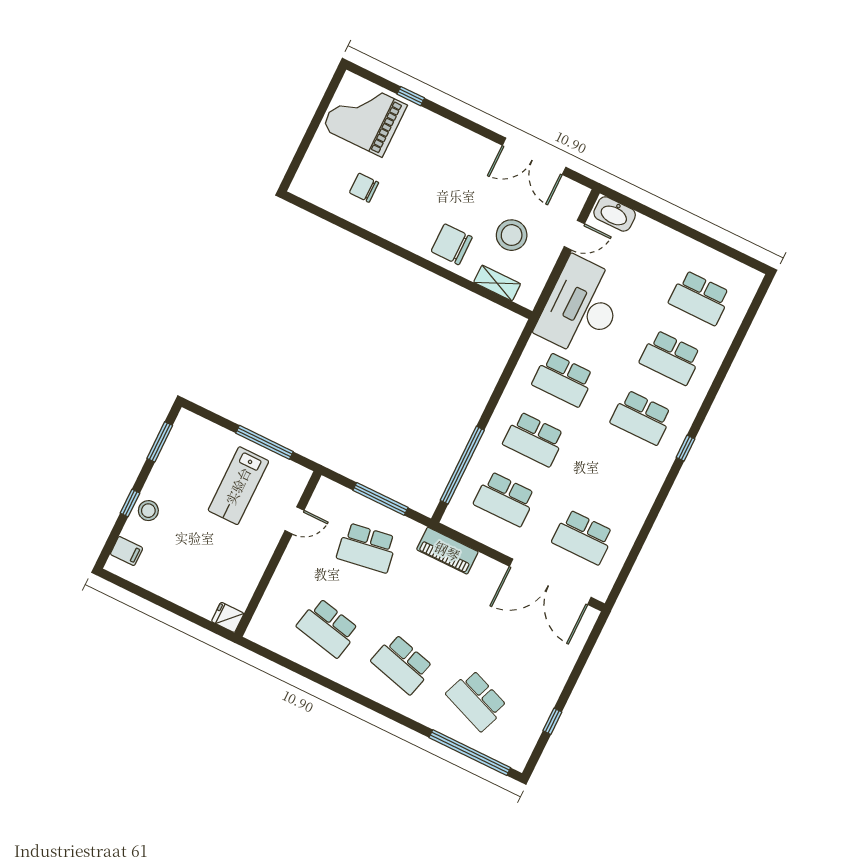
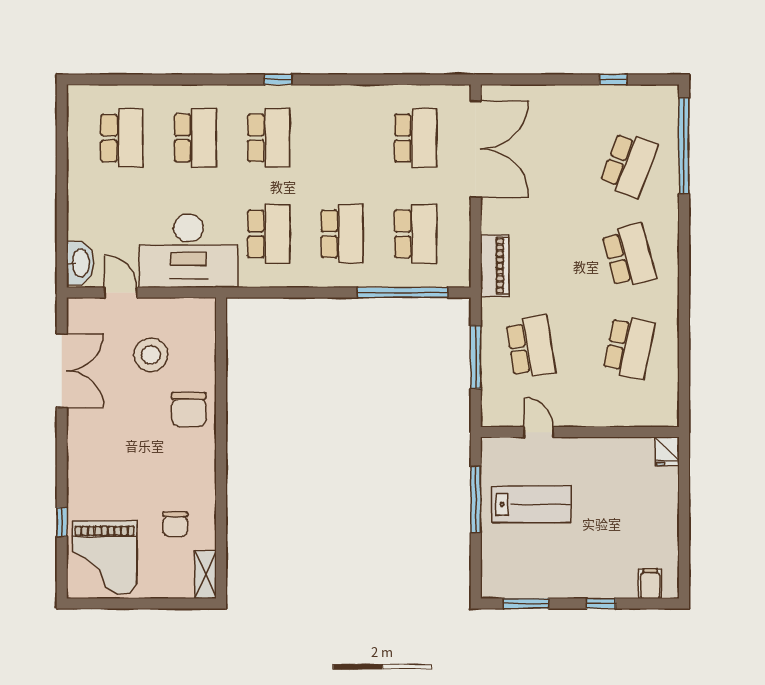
shelving: (497, 283) -> (205, 574), moved
stool: (148, 511) -> (599, 582), removed
school desk: (402, 664) -> (629, 256), turned -30

